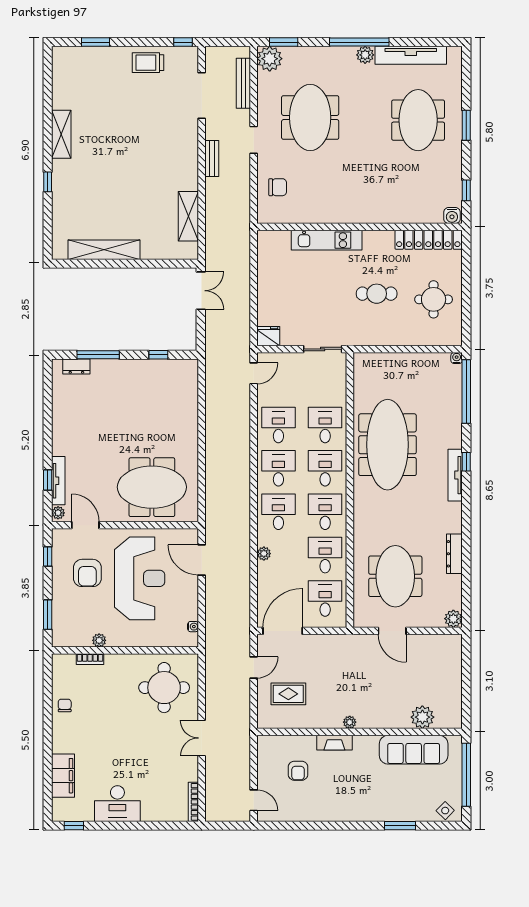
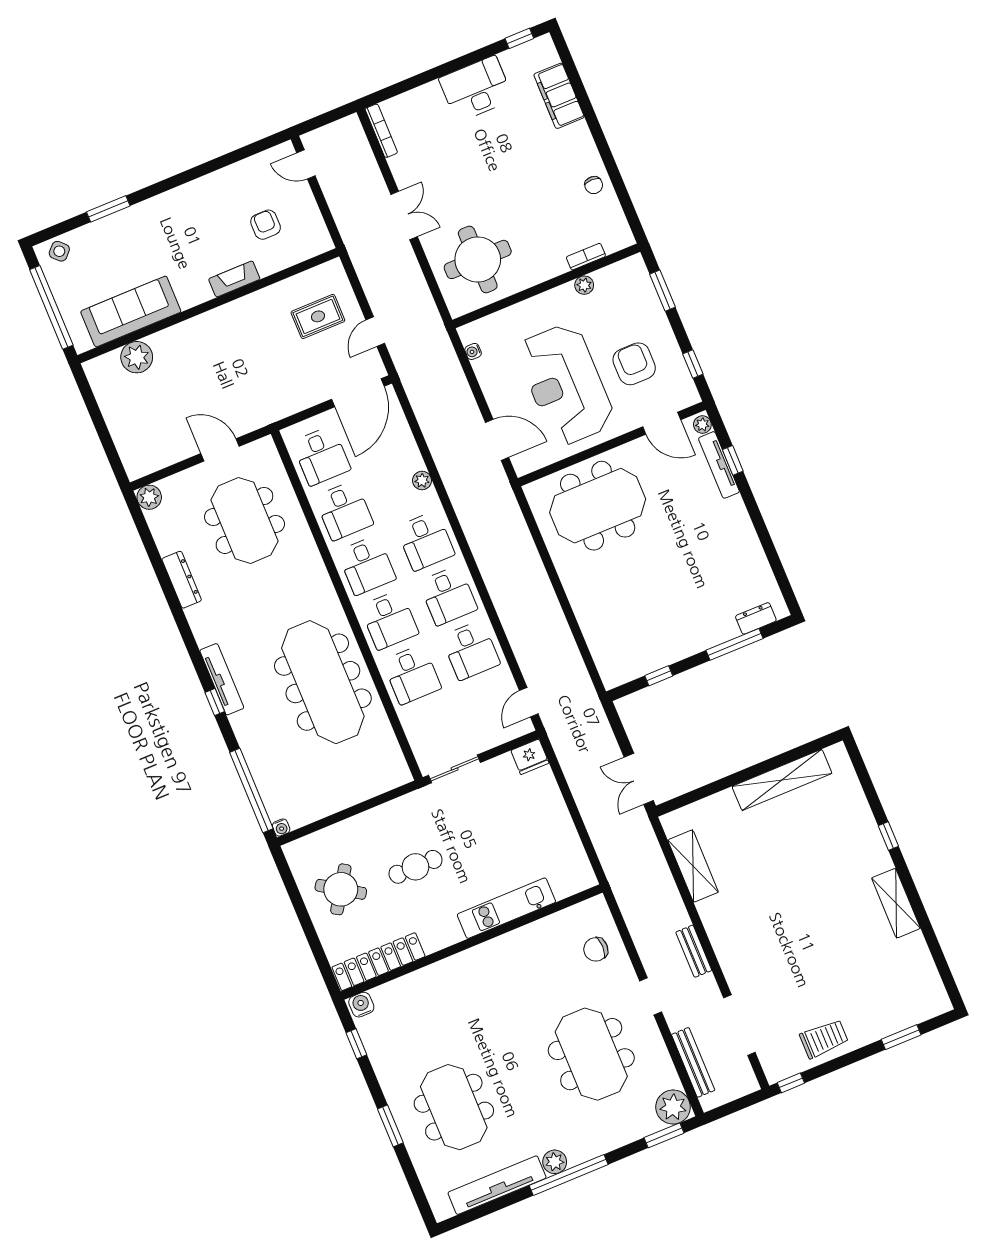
round table: (434, 299) -> (341, 889), turned 33
plant: (350, 722) -> (226, 313), removed

